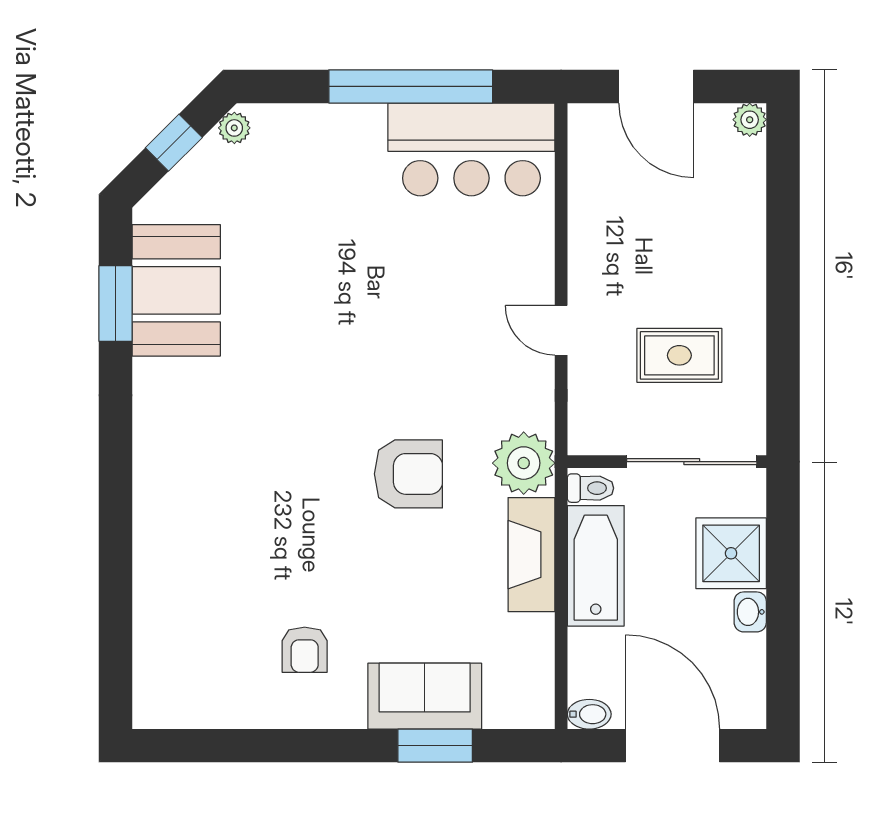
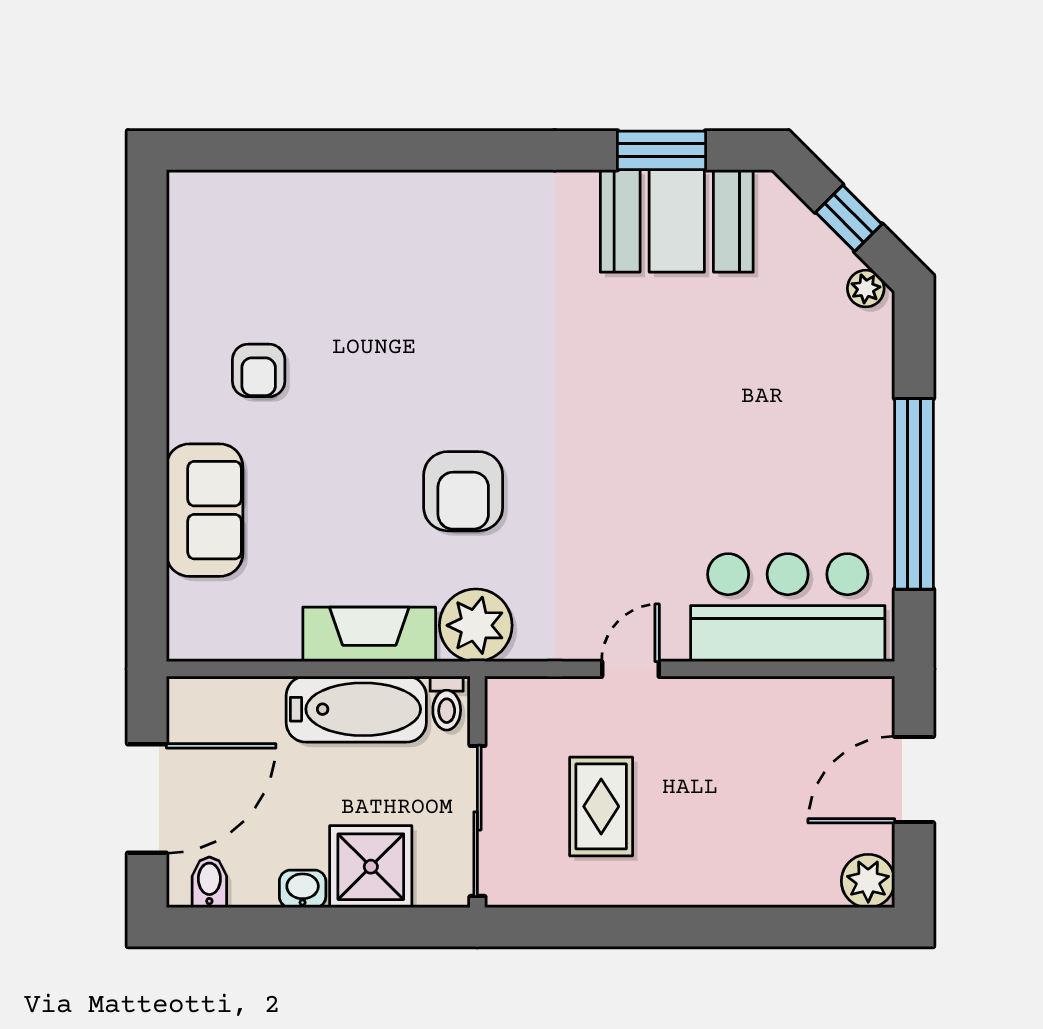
plant: (750, 120) -> (868, 881), width x1.38, depth x1.38
bar counter: (471, 149) -> (788, 608), moved, turned 90
armchair: (305, 650) -> (259, 370), turned -90
bidet: (589, 714) -> (209, 882), moved, turned 180
window: (435, 746) -> (147, 522), removed

